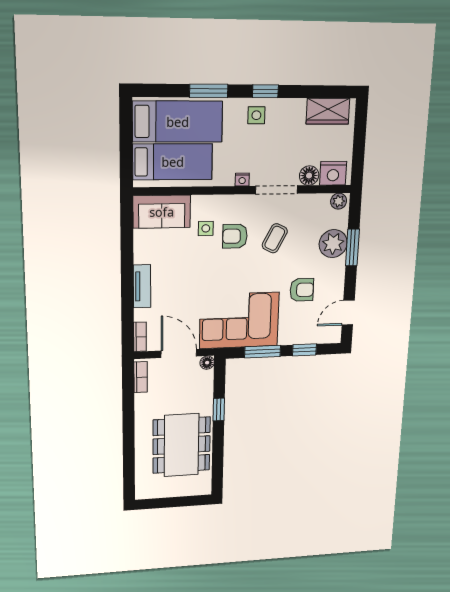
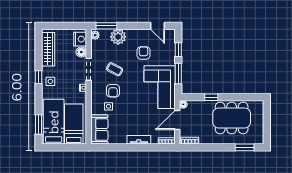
window: (209, 91) -> (38, 125), moved
wardrobe: (328, 111) -> (48, 49), width x1.50
window: (352, 248) -> (106, 26), moved
window: (129, 470) -> (245, 147), added

